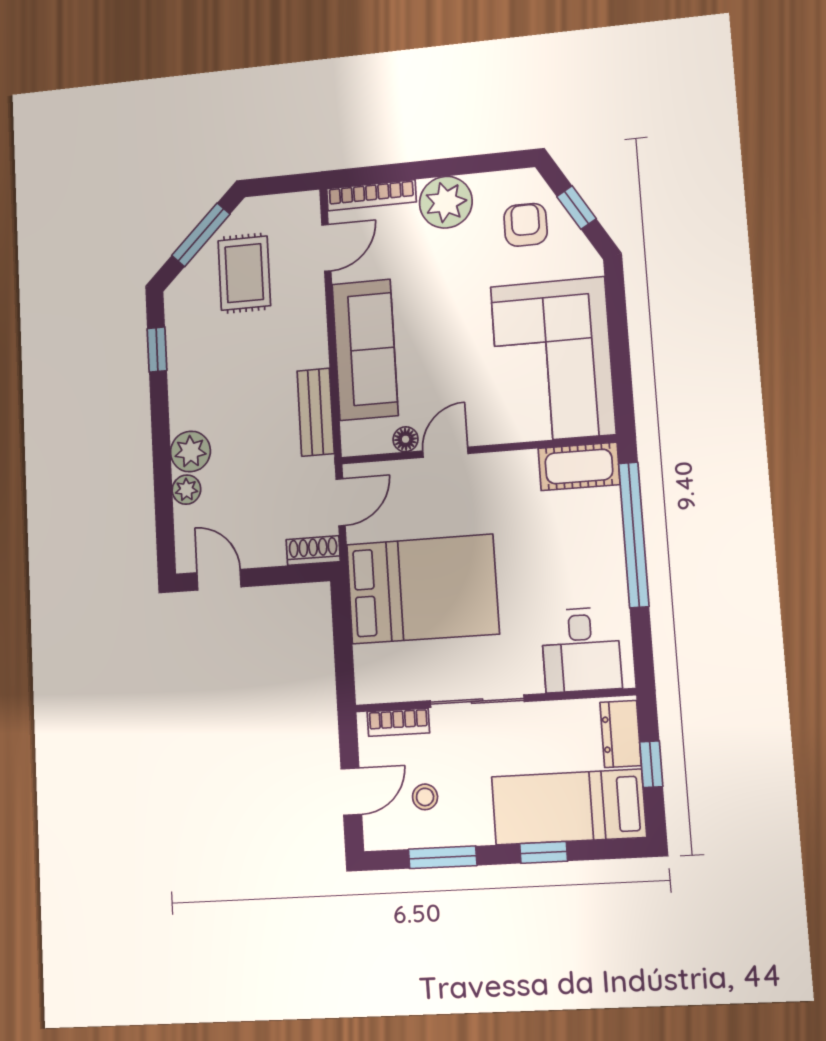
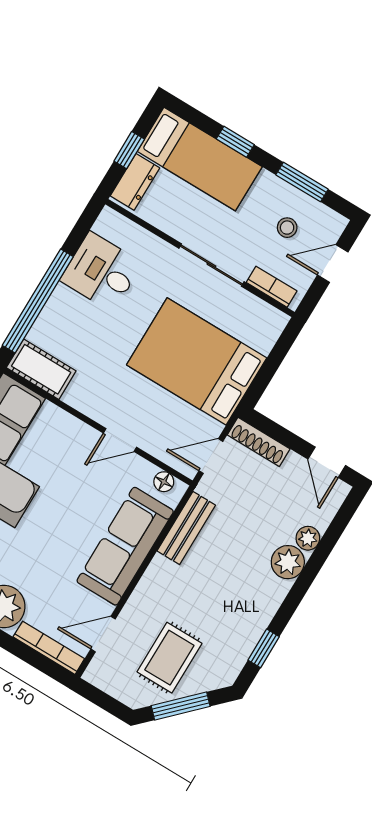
floor lamp: (406, 439) -> (164, 482), moved
shoe rack: (313, 551) -> (259, 442), width x1.43
desk: (581, 650) -> (101, 272), moved, turned -90

